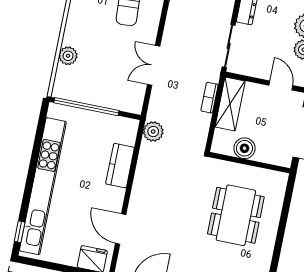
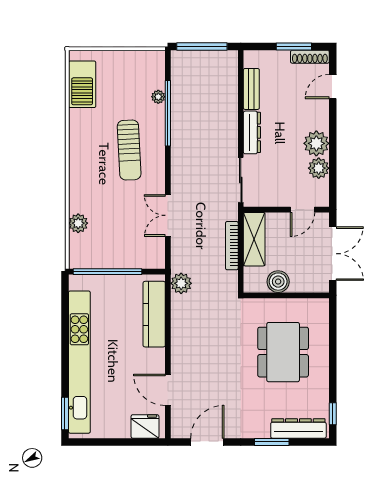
door: (281, 85) -> (302, 210), swing flipped
bookcase: (210, 98) -> (232, 246), width x1.56
kitchen counter: (120, 166) -> (154, 314), width x1.50
window: (20, 232) -> (65, 414), width x1.50

